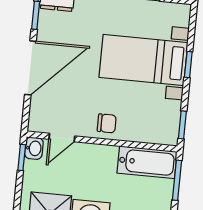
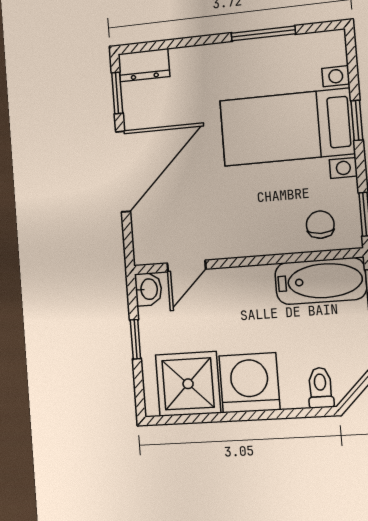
chair: (107, 123) -> (320, 225), moved, turned -90
window: (22, 157) -> (135, 339), moved

